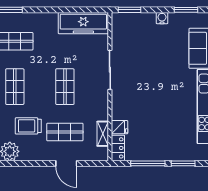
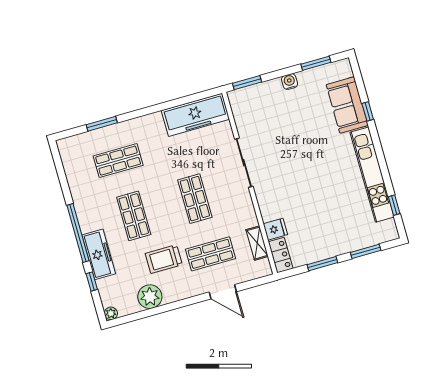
window: (148, 163) -> (322, 264), width x0.69

